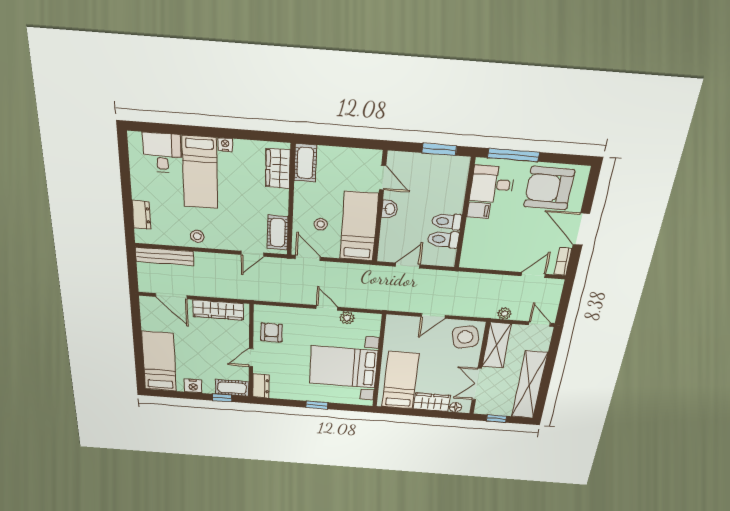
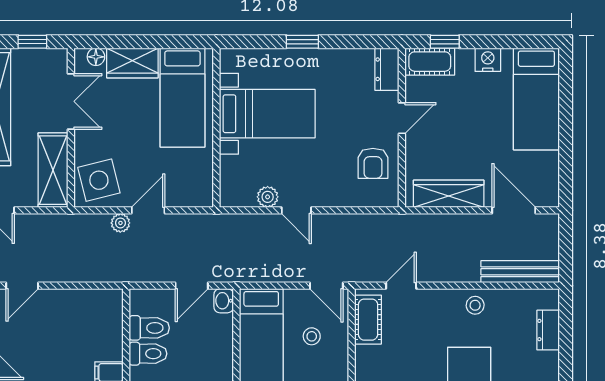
washbasin: (390, 209) -> (224, 301), moved
plant: (504, 314) -> (120, 223), moved
bed with nightstands: (343, 367) -> (267, 114), width x0.73

